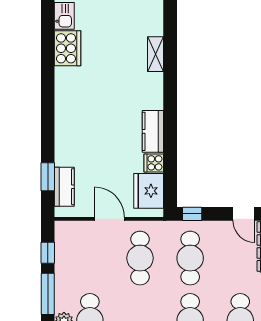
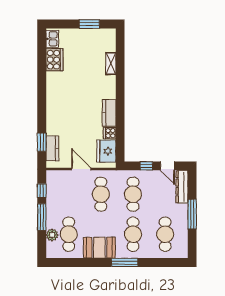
window: (192, 214) -> (146, 166), moved

